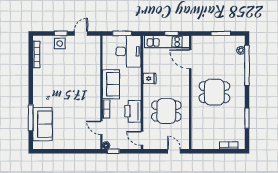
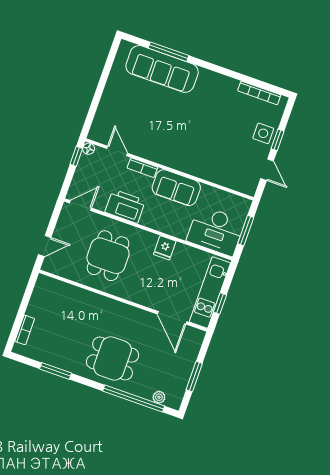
door: (190, 59) -> (172, 318), swing flipped
dining table: (214, 92) -> (113, 358), moved, turned 90
sofa: (42, 124) -> (162, 69), width x1.36
door: (101, 128) -> (117, 151), hinge flipped

